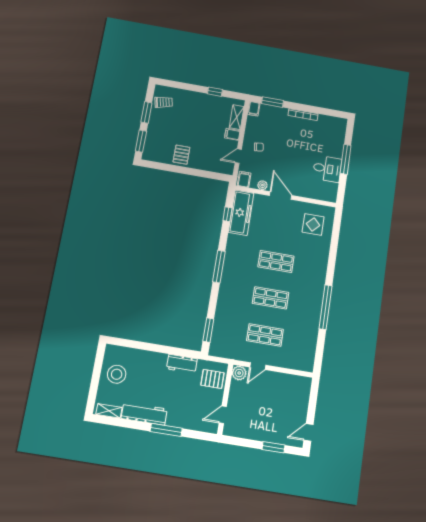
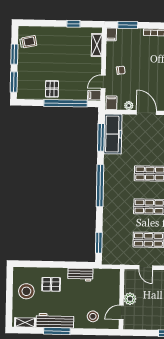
filing cabinet: (232, 134) -> (94, 95), moved
window: (194, 172) -> (66, 103), added
window: (227, 214) -> (101, 137), width x2.17
window: (219, 267) -> (100, 186), width x1.46
door: (258, 366) -> (146, 267), hinge flipped
plant: (239, 373) -> (130, 299), moved
pallet: (212, 379) -> (51, 284), moved
stool: (189, 415) -> (93, 316), added
window: (166, 430) -> (57, 331), moved

